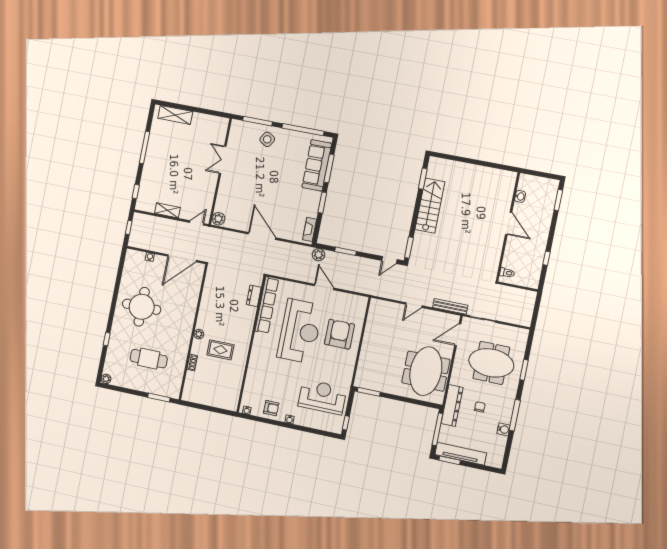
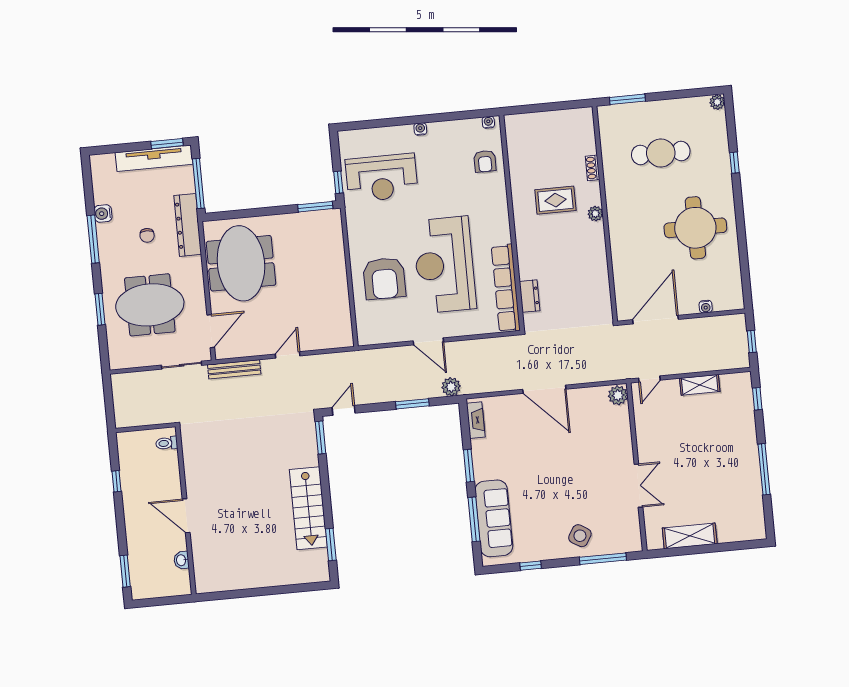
shelving: (175, 115) -> (690, 536), moved
window: (303, 130) -> (531, 566), width x0.32
armchair: (271, 408) -> (485, 161), moved, turned -90
window: (346, 423) -> (338, 182), moved

